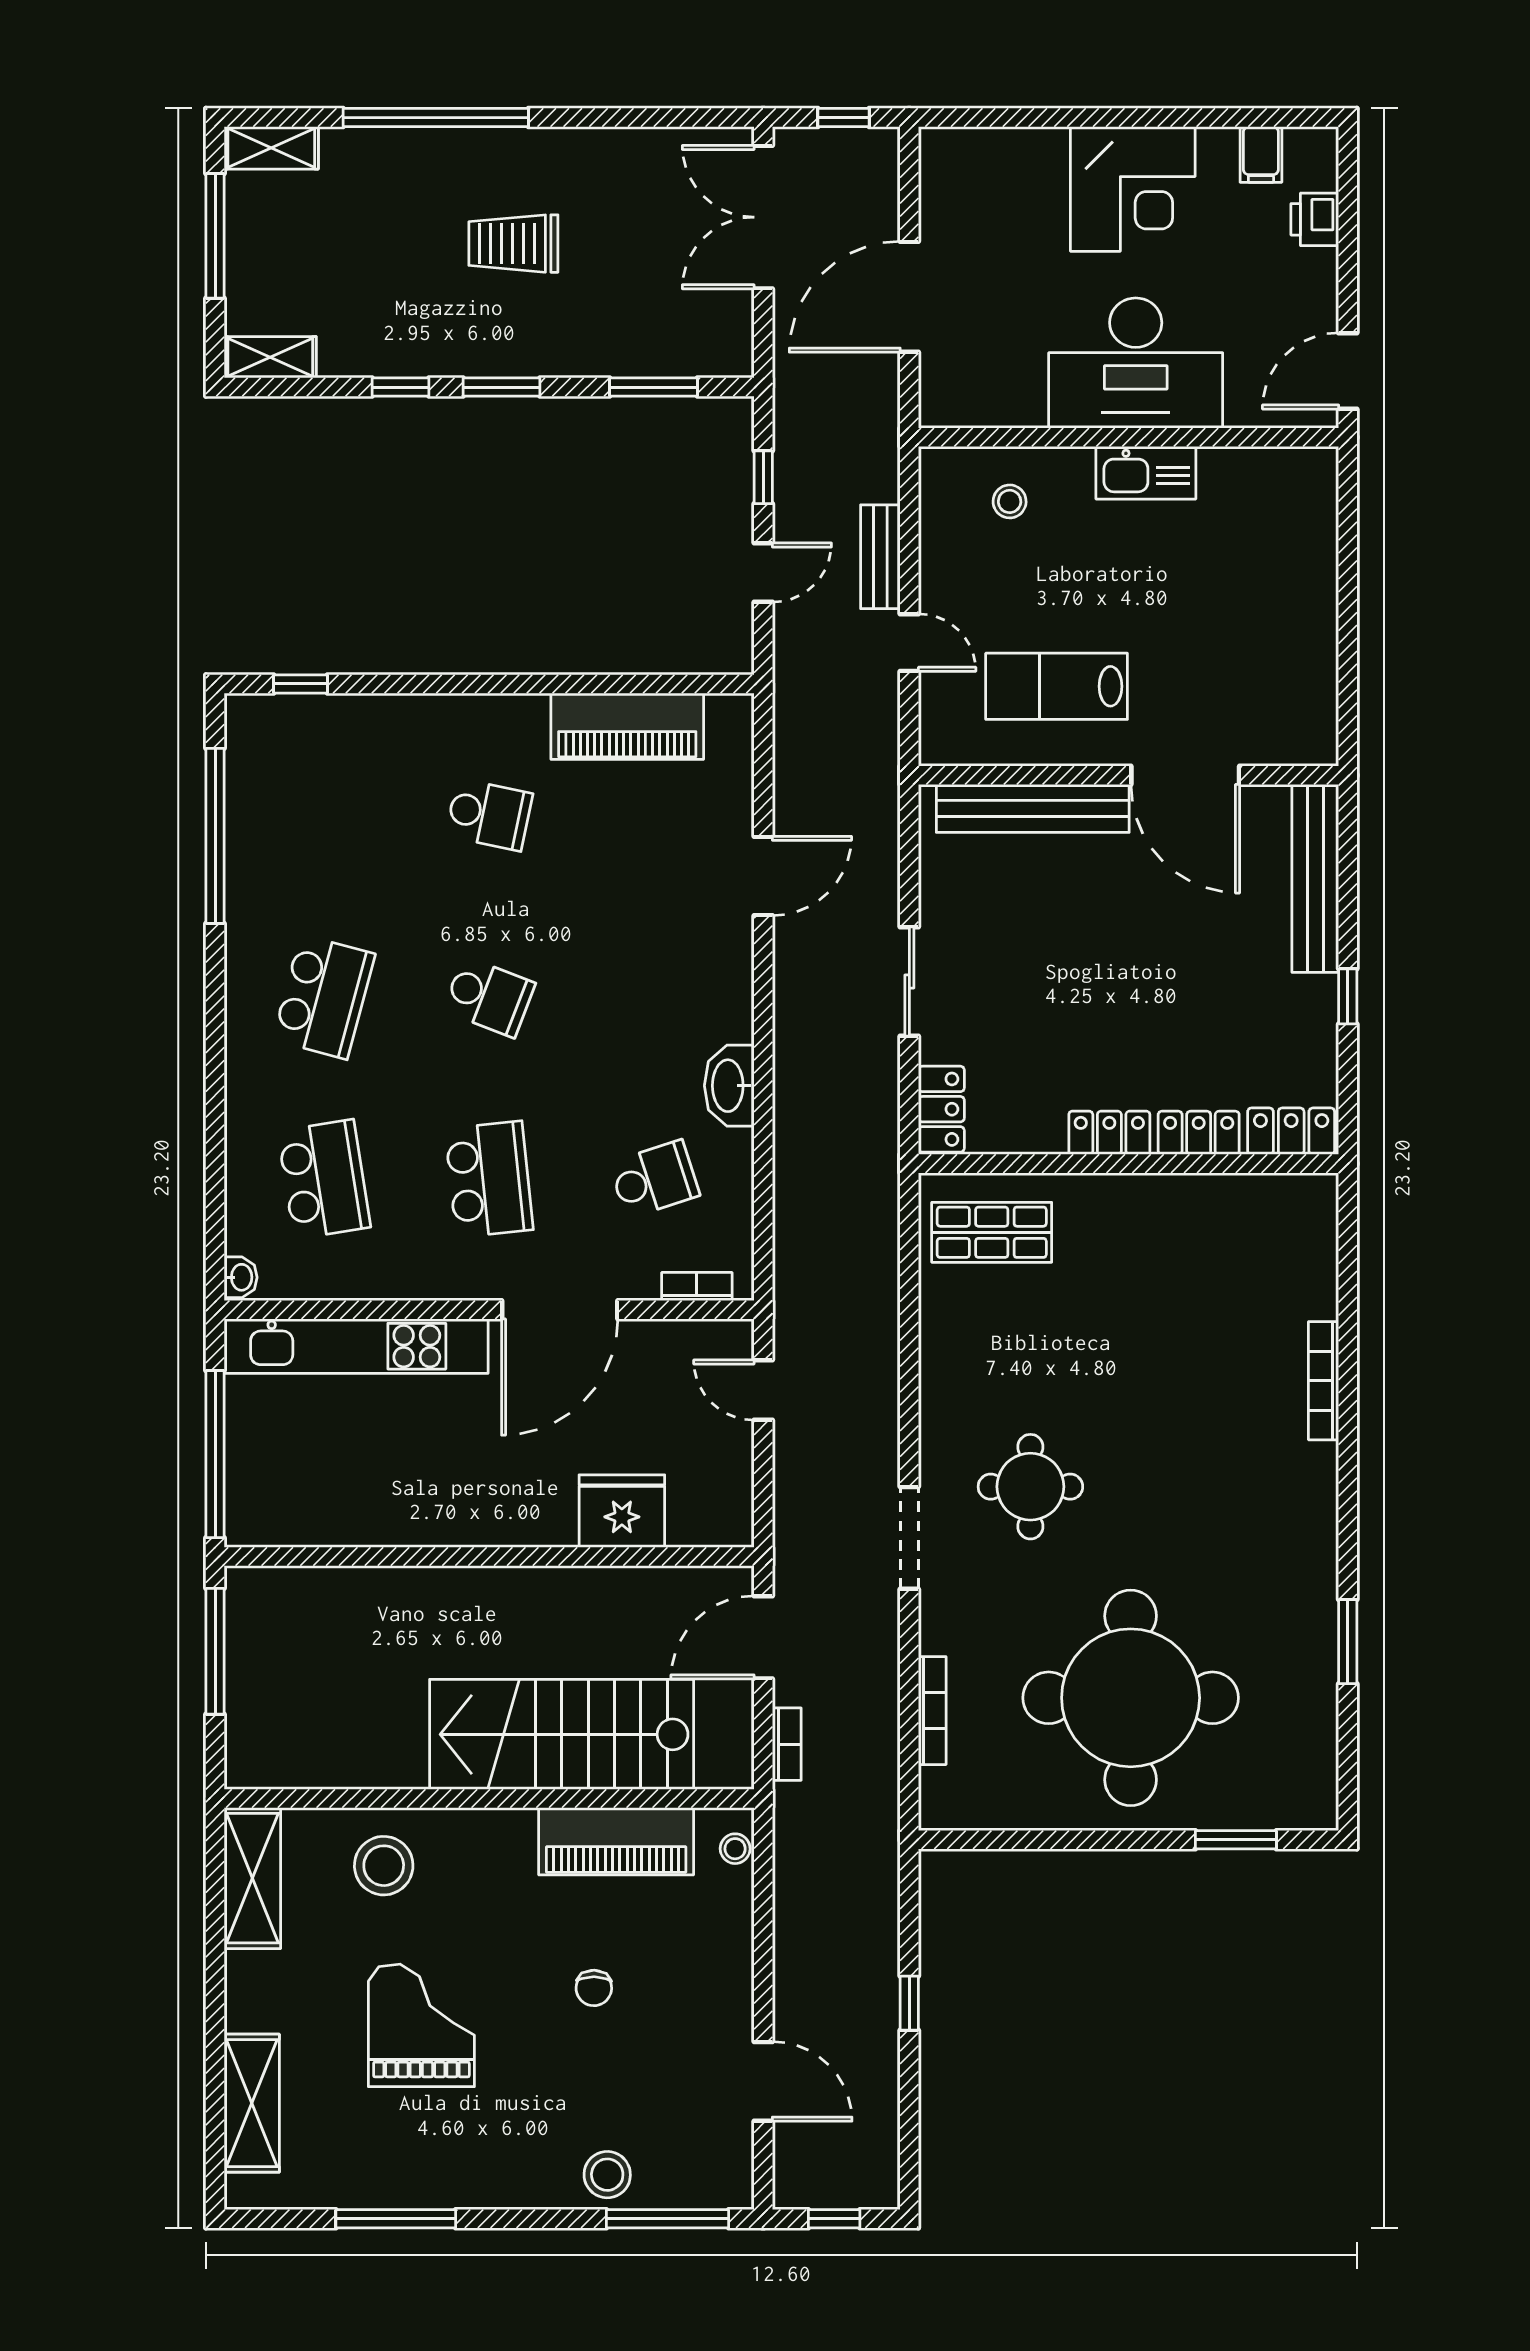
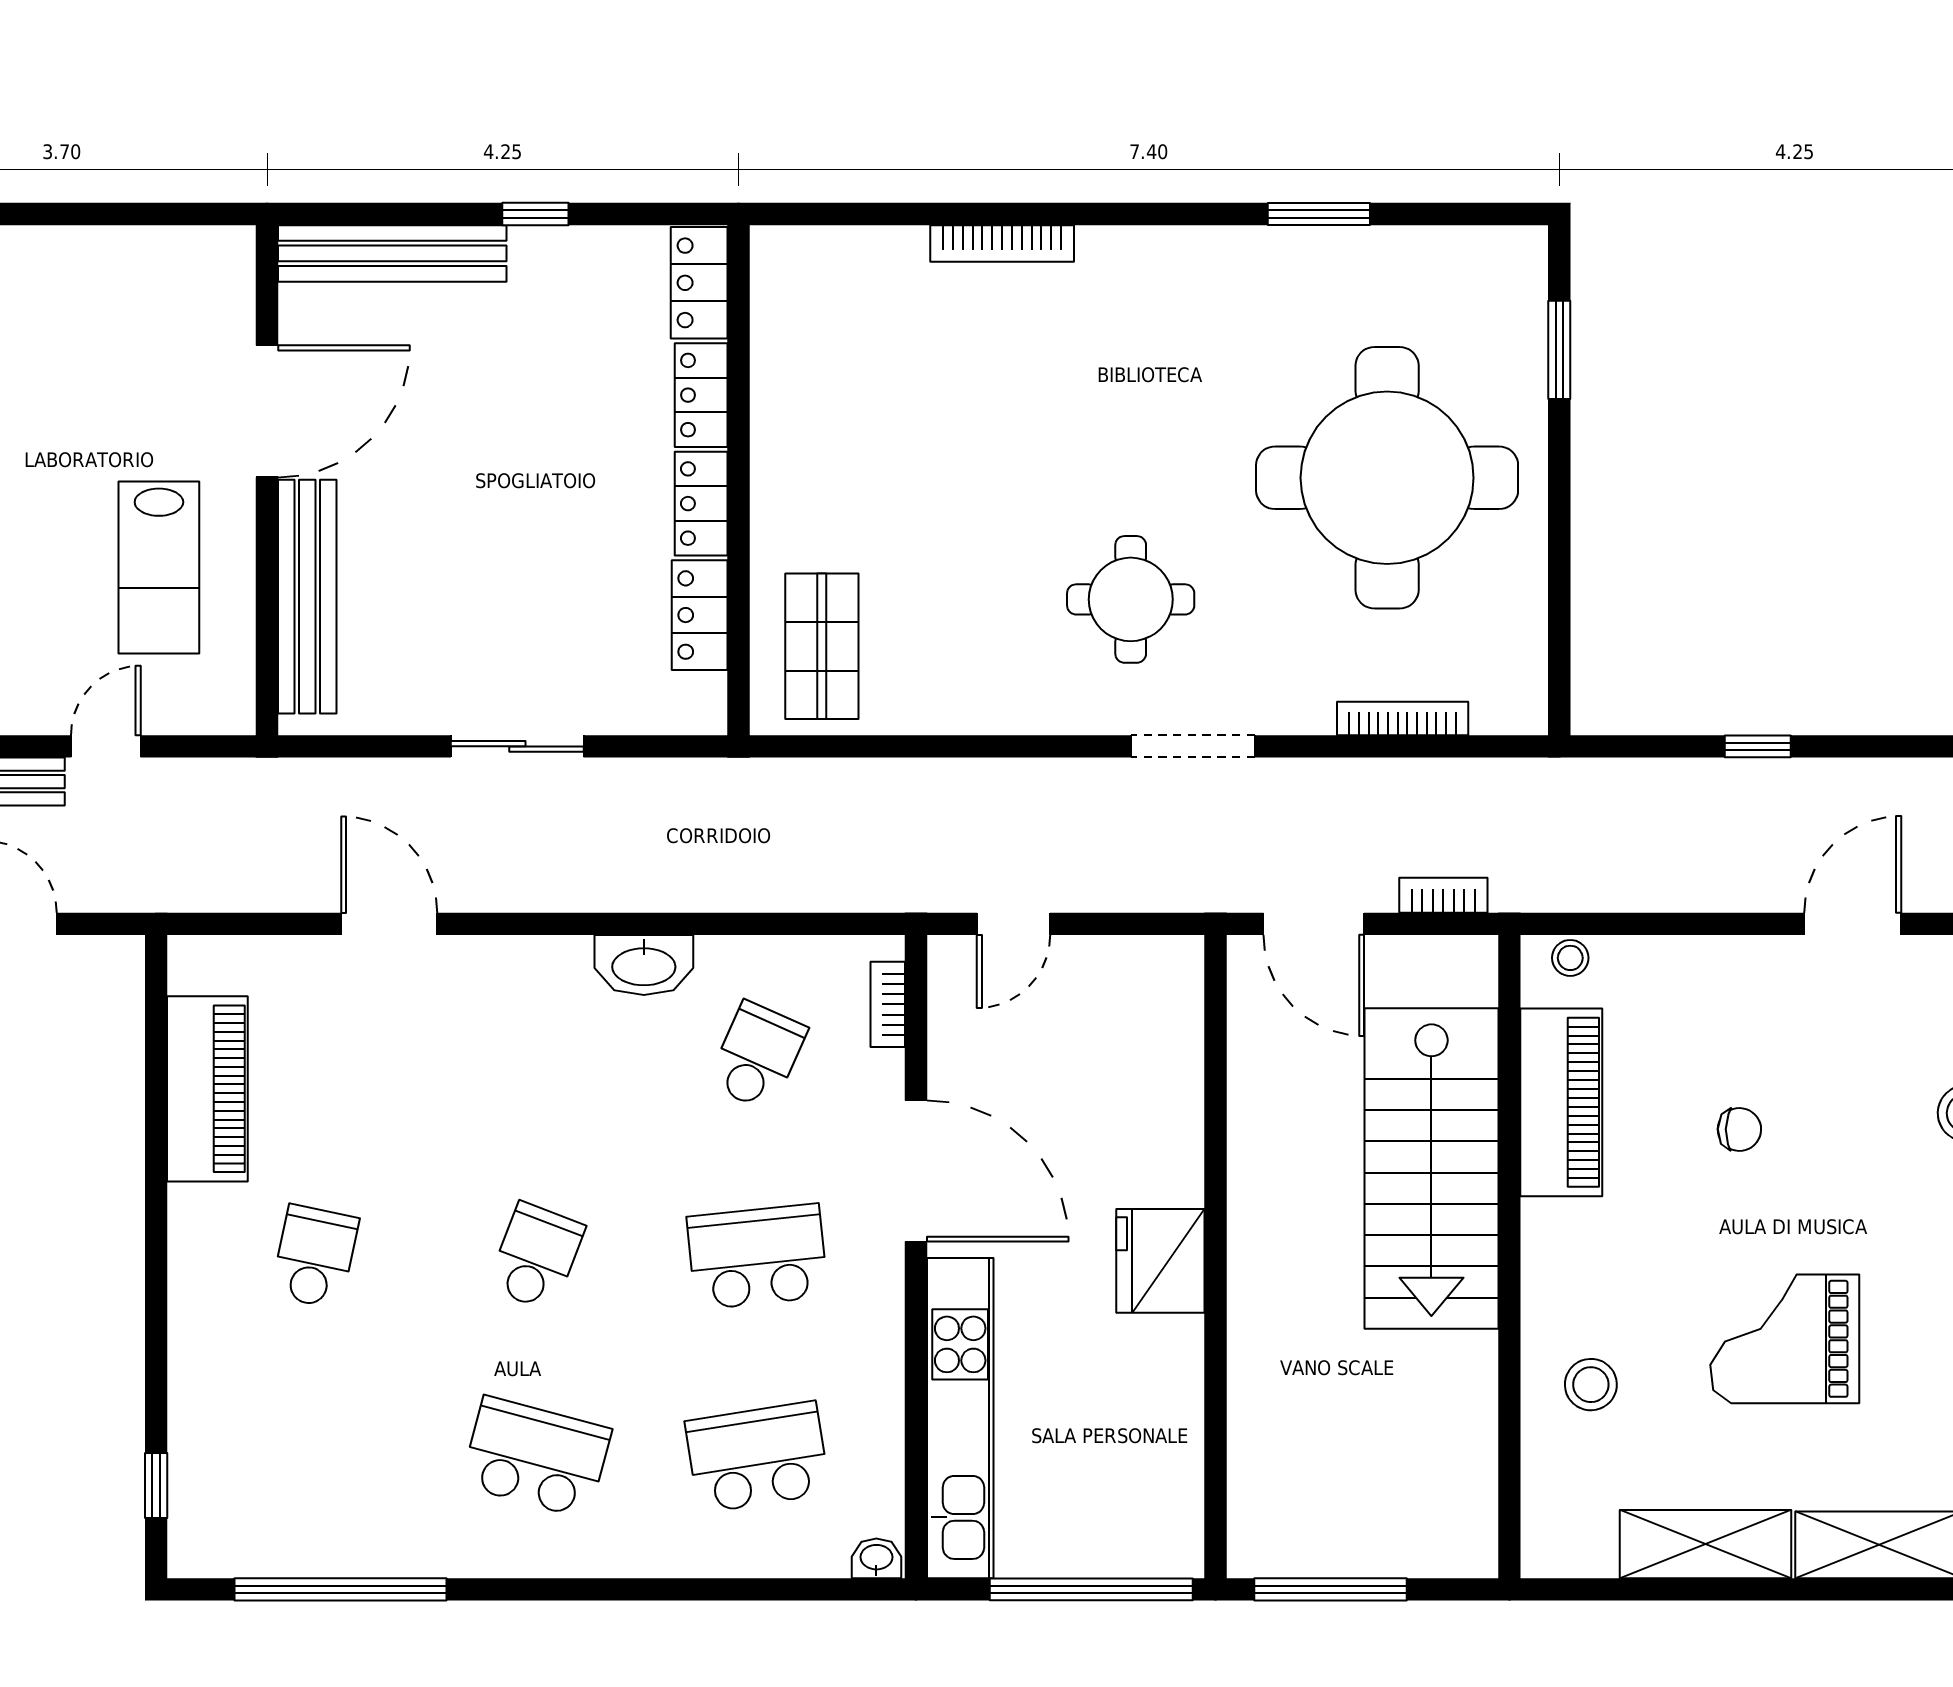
locker: (941, 1109) -> (700, 615), moved, turned -90
school desk: (654, 1179) -> (757, 1056), turned 42
fridge: (622, 1511) -> (1160, 1261), moved
stool: (384, 1866) -> (1591, 1385), width x0.73, depth x0.73
shelving: (252, 1878) -> (1706, 1544), moved

